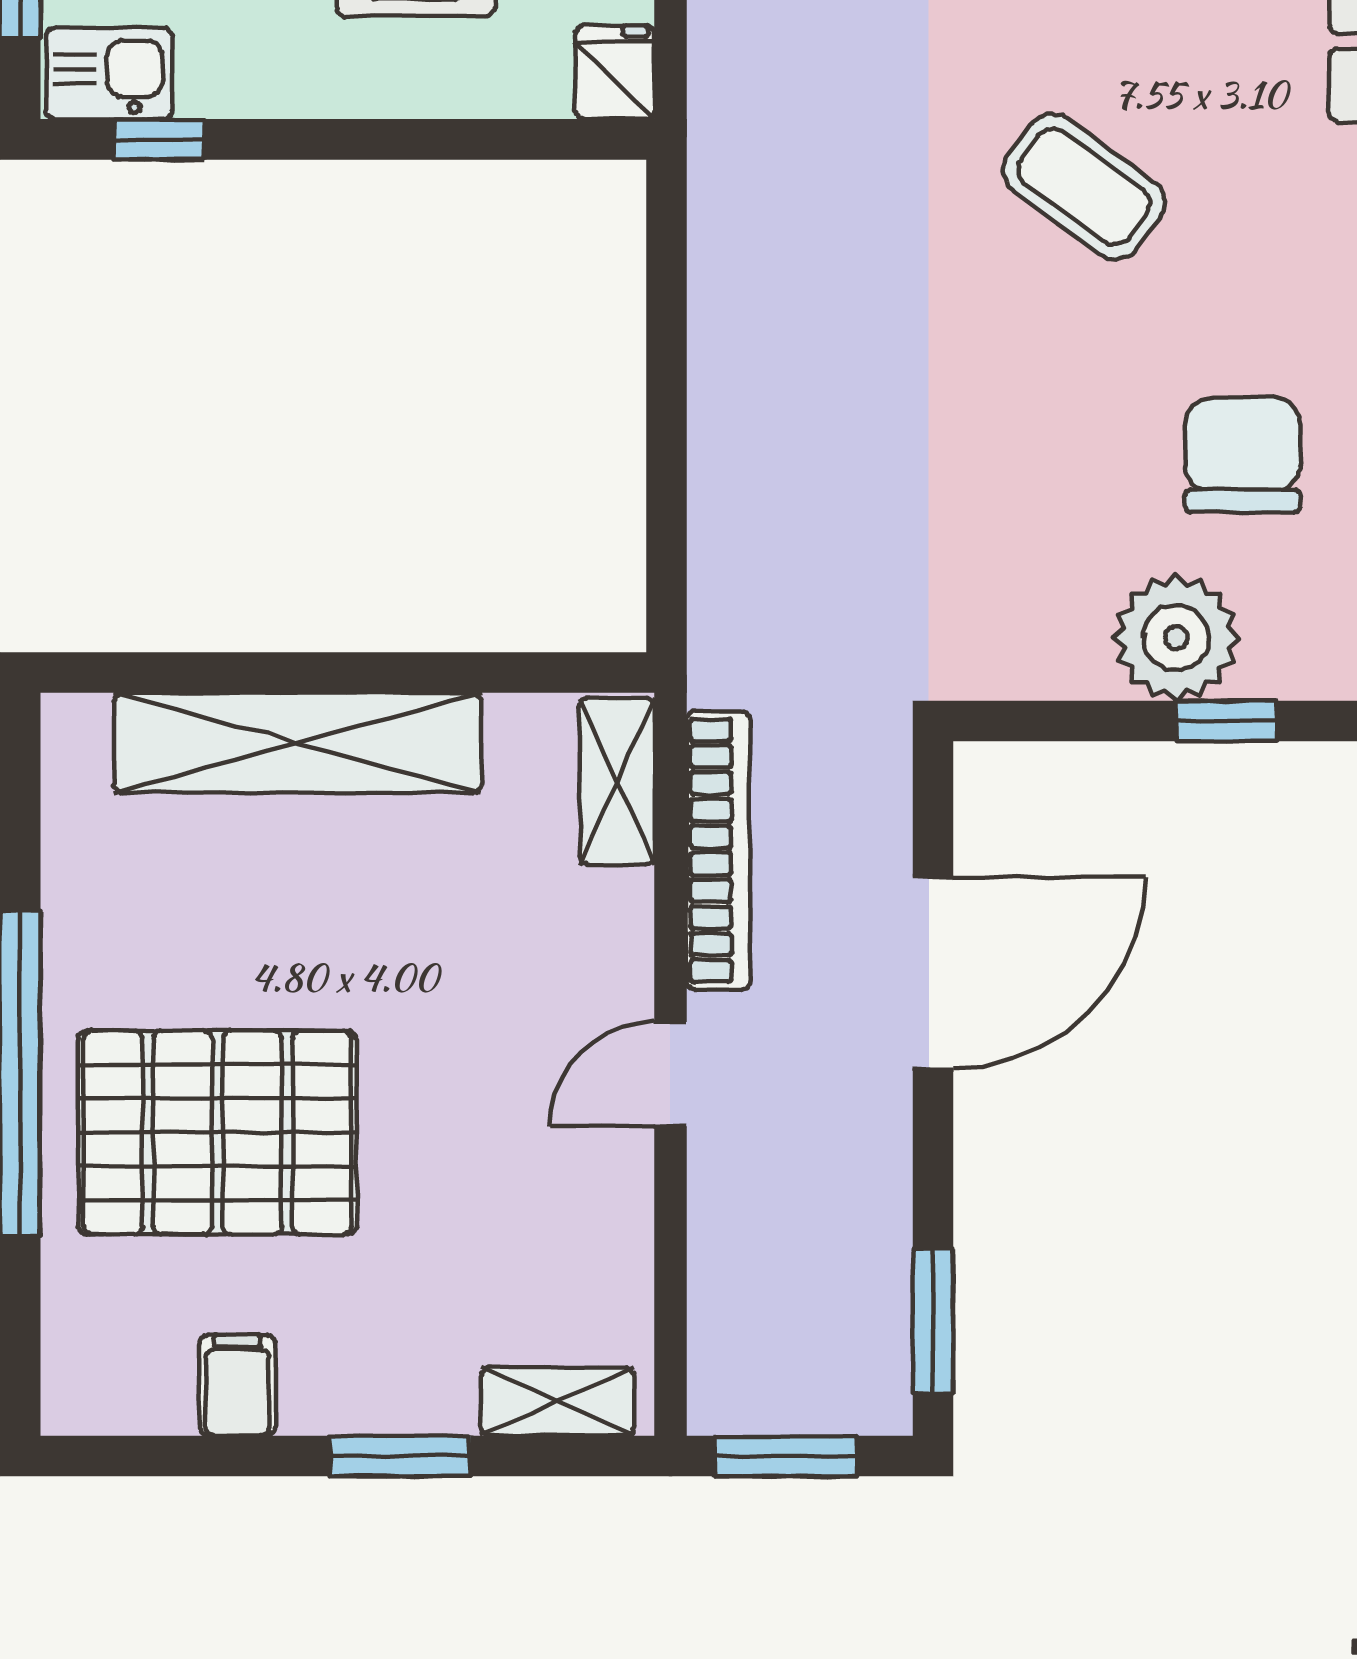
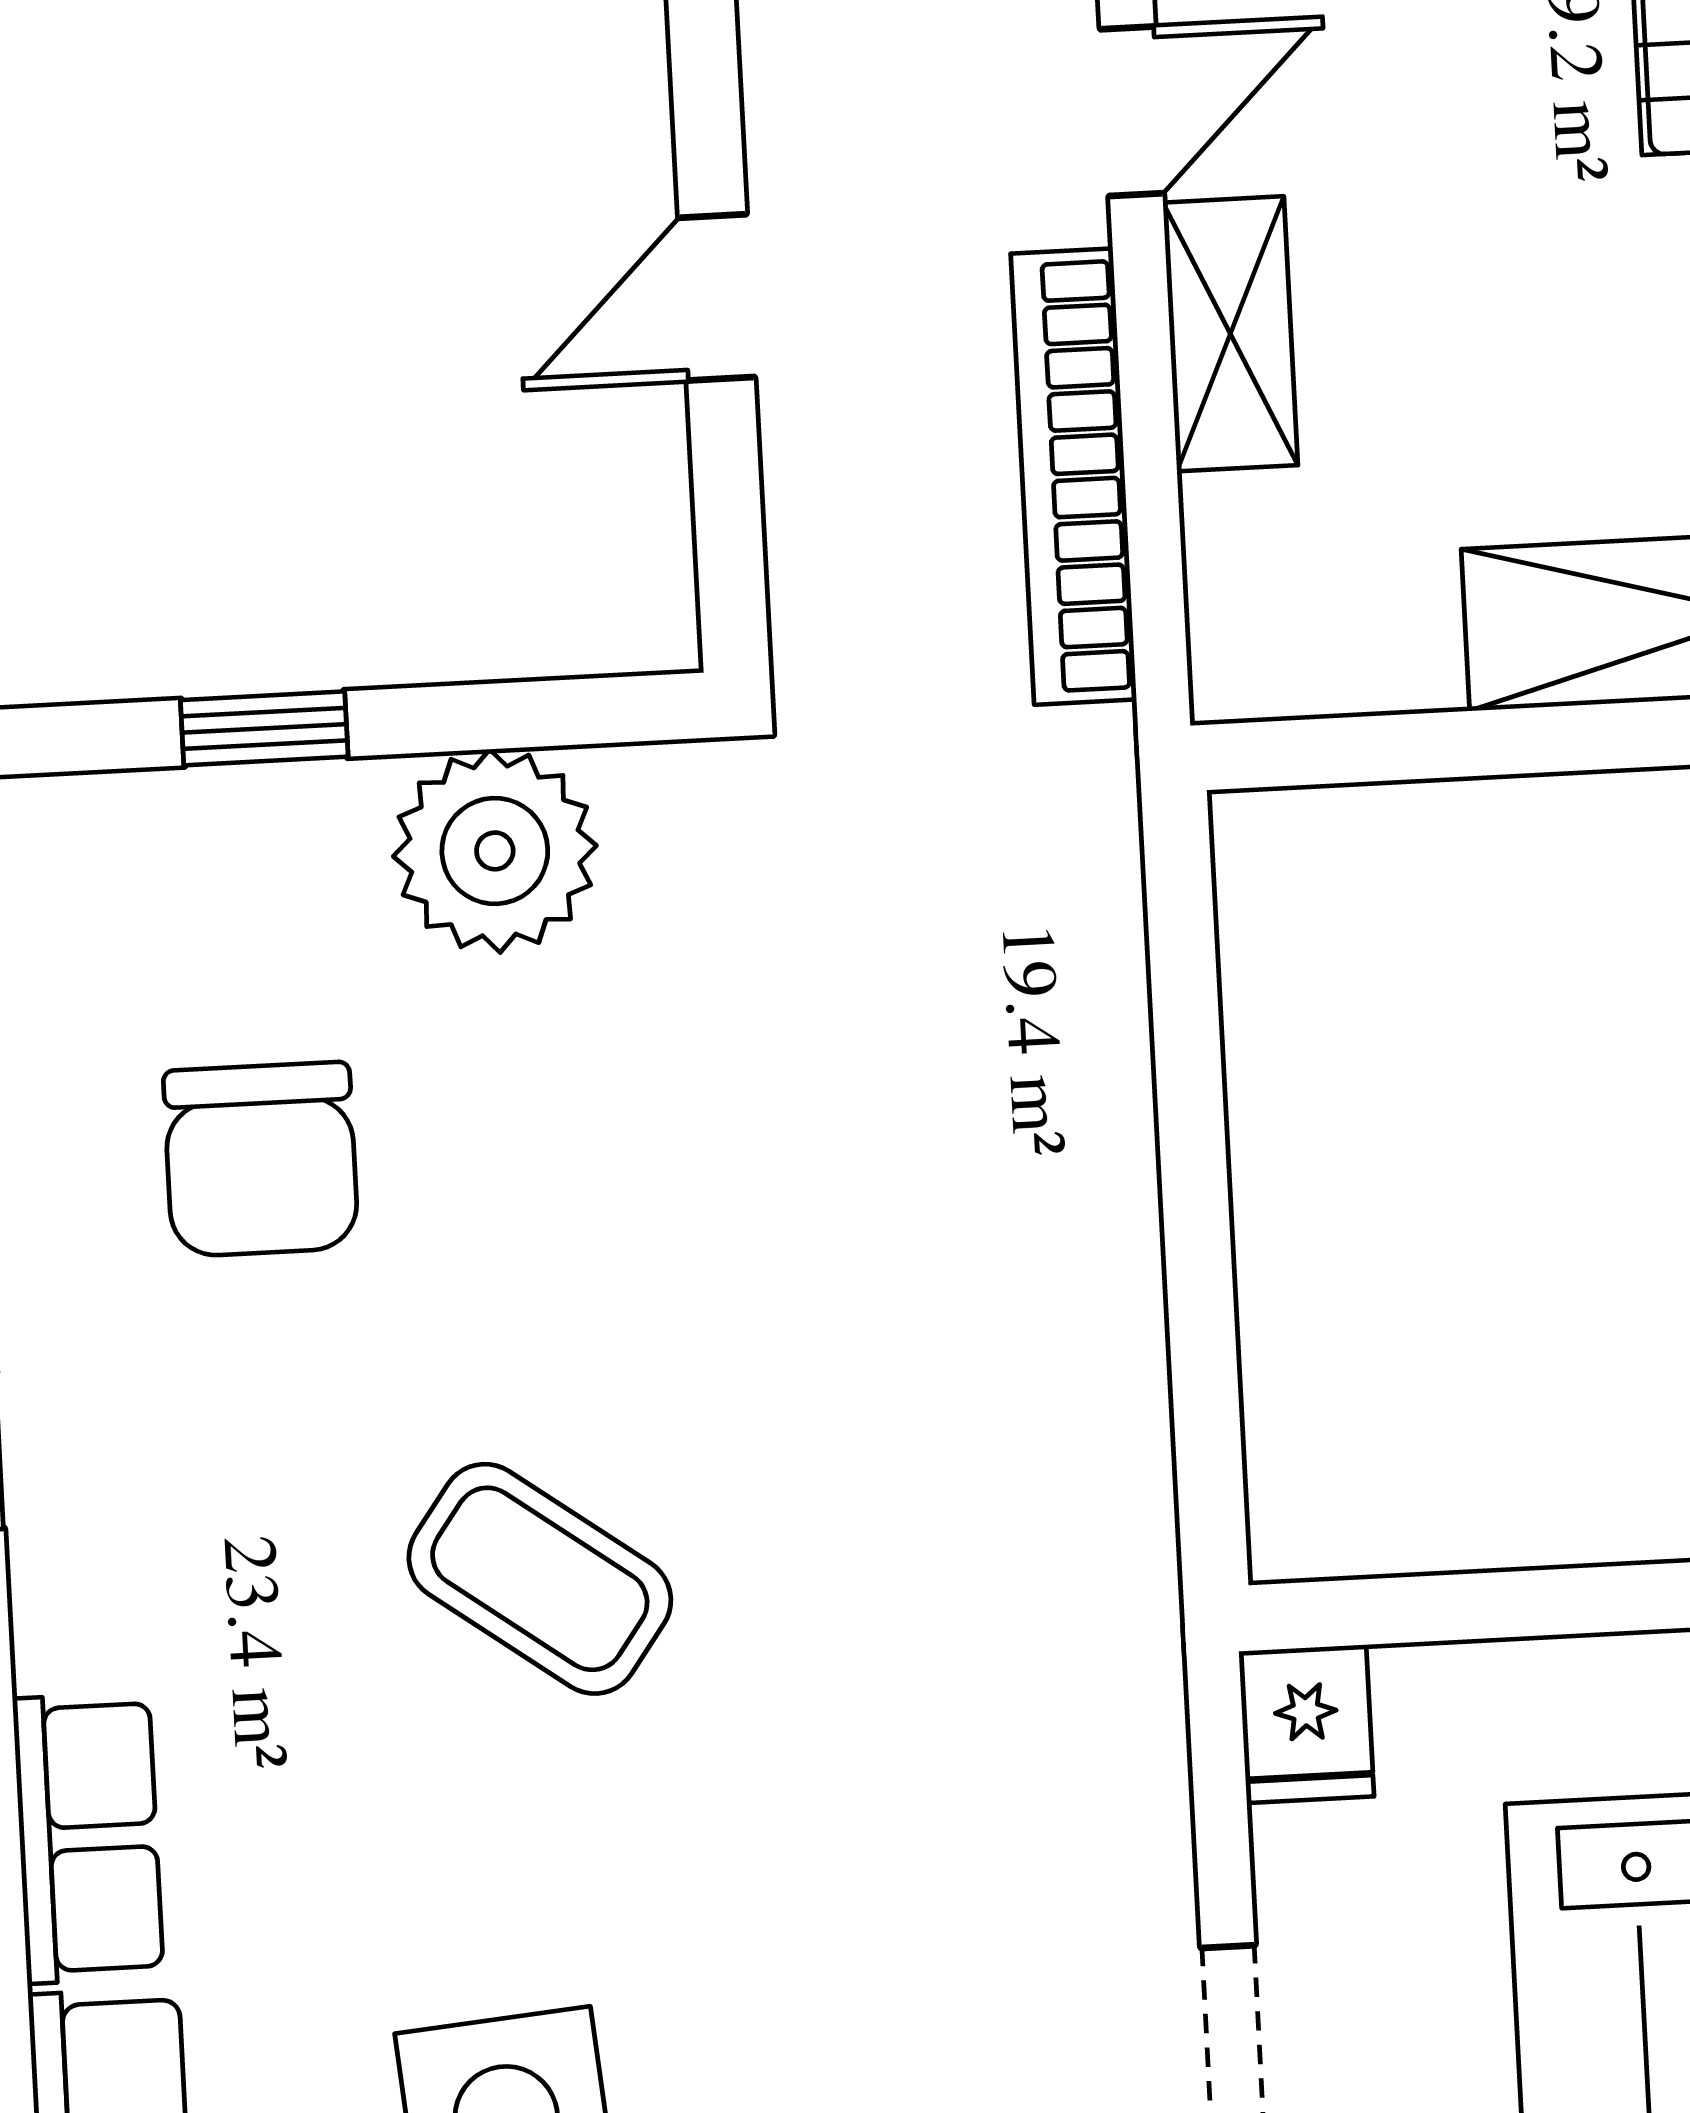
plant: (1176, 638) -> (495, 851), moved
shelving: (617, 781) -> (1230, 334), moved
door: (933, 973) -> (717, 297), width x0.53

